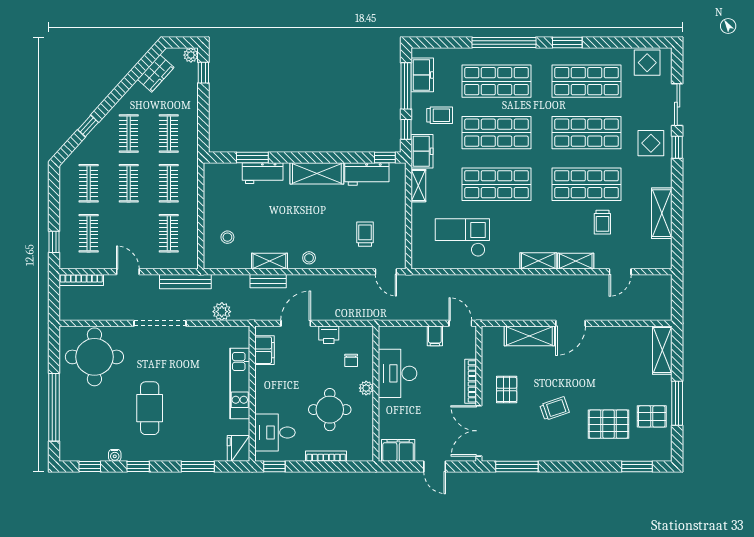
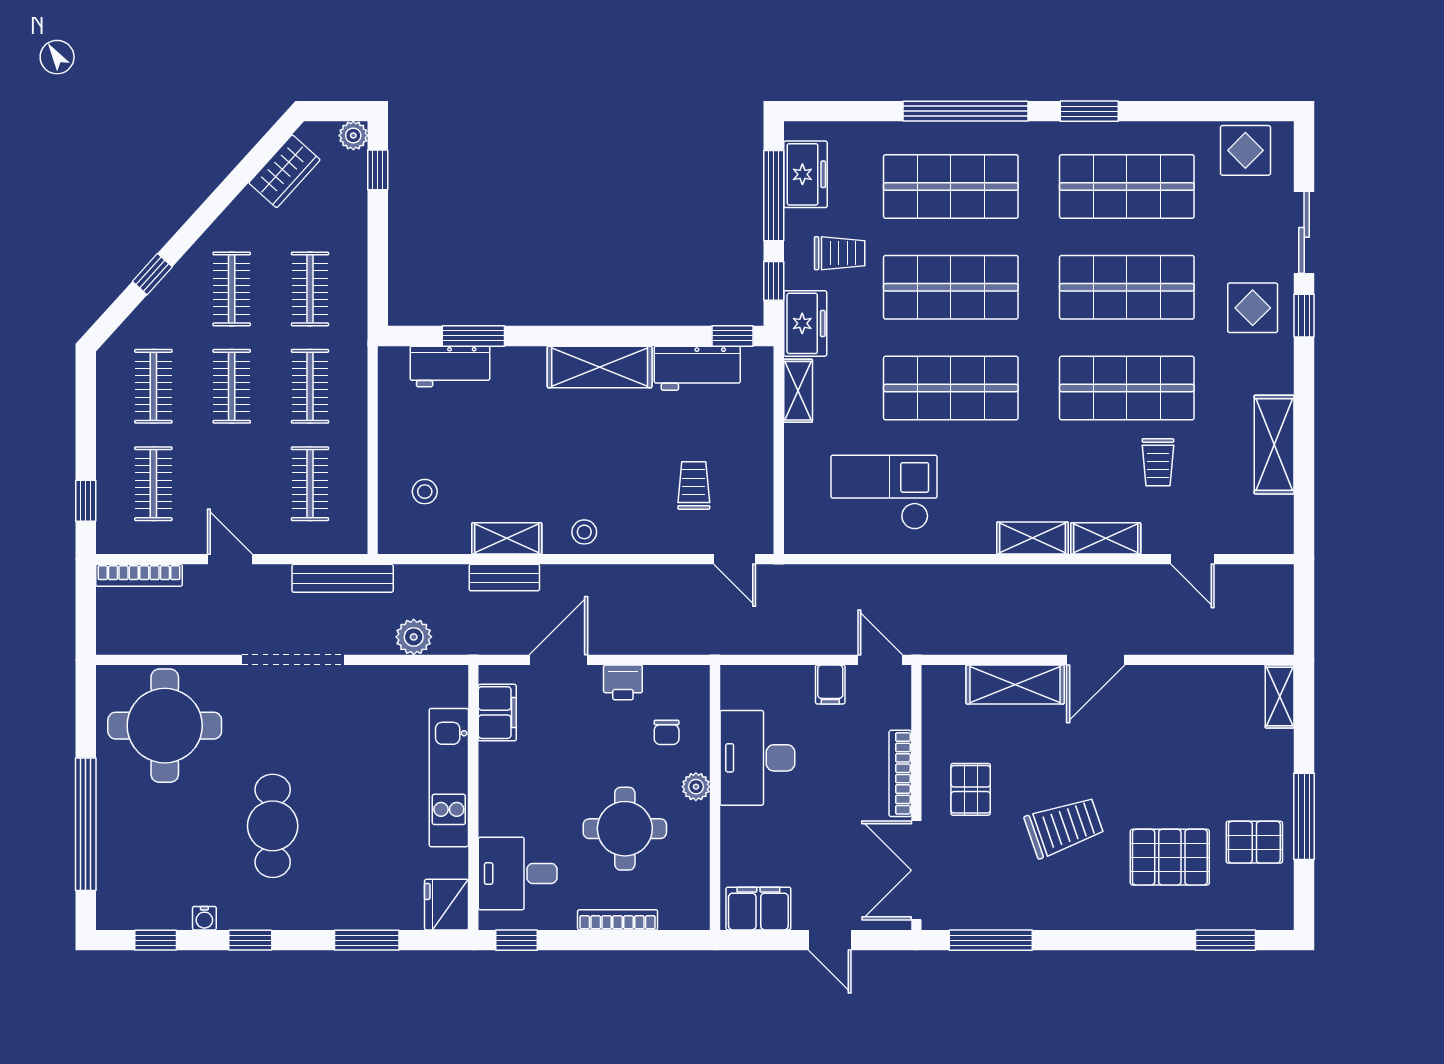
workbench: (263, 173) -> (450, 367), moved
door: (620, 272) -> (1193, 559), hinge flipped
shelving: (662, 350) -> (1280, 697), width x0.67, depth x0.75
trolley: (554, 409) -> (1064, 827), width x1.36, depth x1.39

